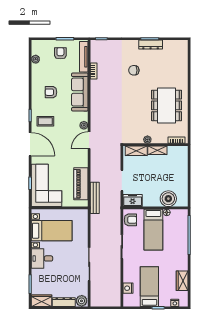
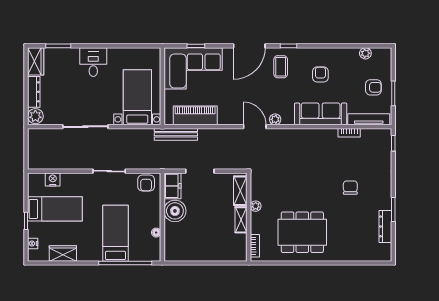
dresser: (151, 45) -> (385, 226), moved
boiler: (168, 199) -> (175, 211), moved
bed: (153, 230) -> (115, 233), moved, turned 90
bed with nightstands: (52, 231) -> (137, 97), moved, turned 180

